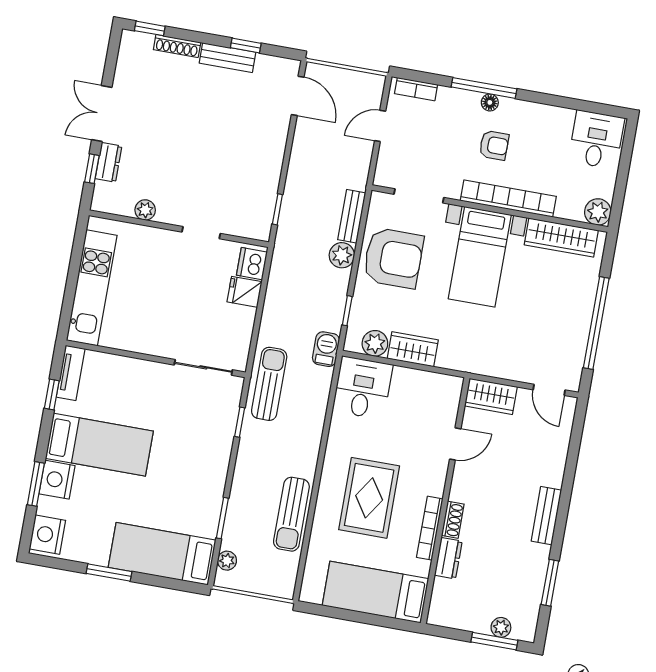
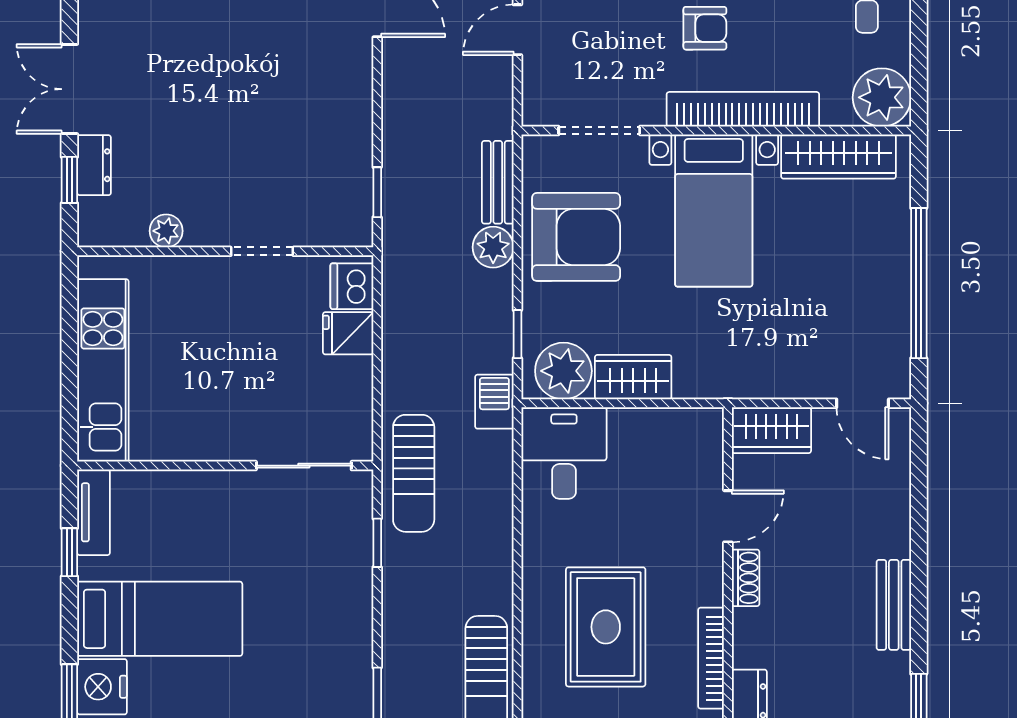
plant: (598, 212) -> (882, 97), width x1.36, depth x1.36
plant: (375, 343) -> (563, 371), width x1.36, depth x1.36
sun lounger: (269, 384) -> (414, 473), turned 180
shoe rack: (453, 520) -> (746, 578), moved

